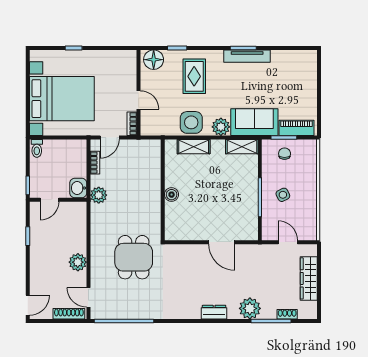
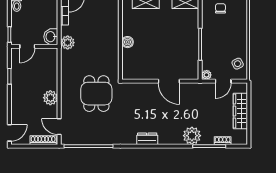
side table: (283, 195) -> (238, 64), moved
plant: (268, 234) -> (207, 75), added
door: (288, 242) -> (223, 81), swing flipped
dresser: (214, 312) -> (147, 139), moved

